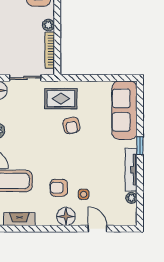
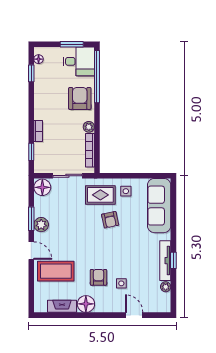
side table: (88, 95) -> (126, 191), added
window: (140, 146) -> (173, 260), moved
armchair: (59, 188) -> (98, 277), turned 90
floor lamp: (66, 217) -> (86, 304), moved

